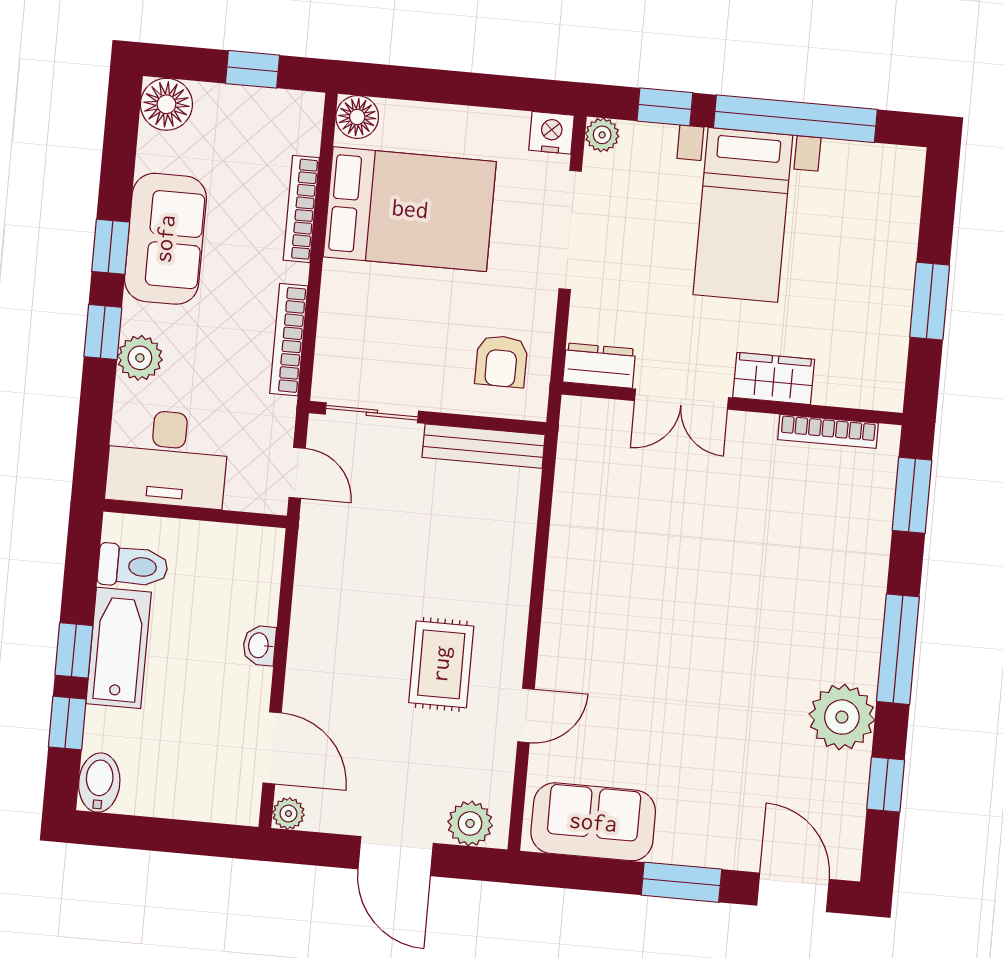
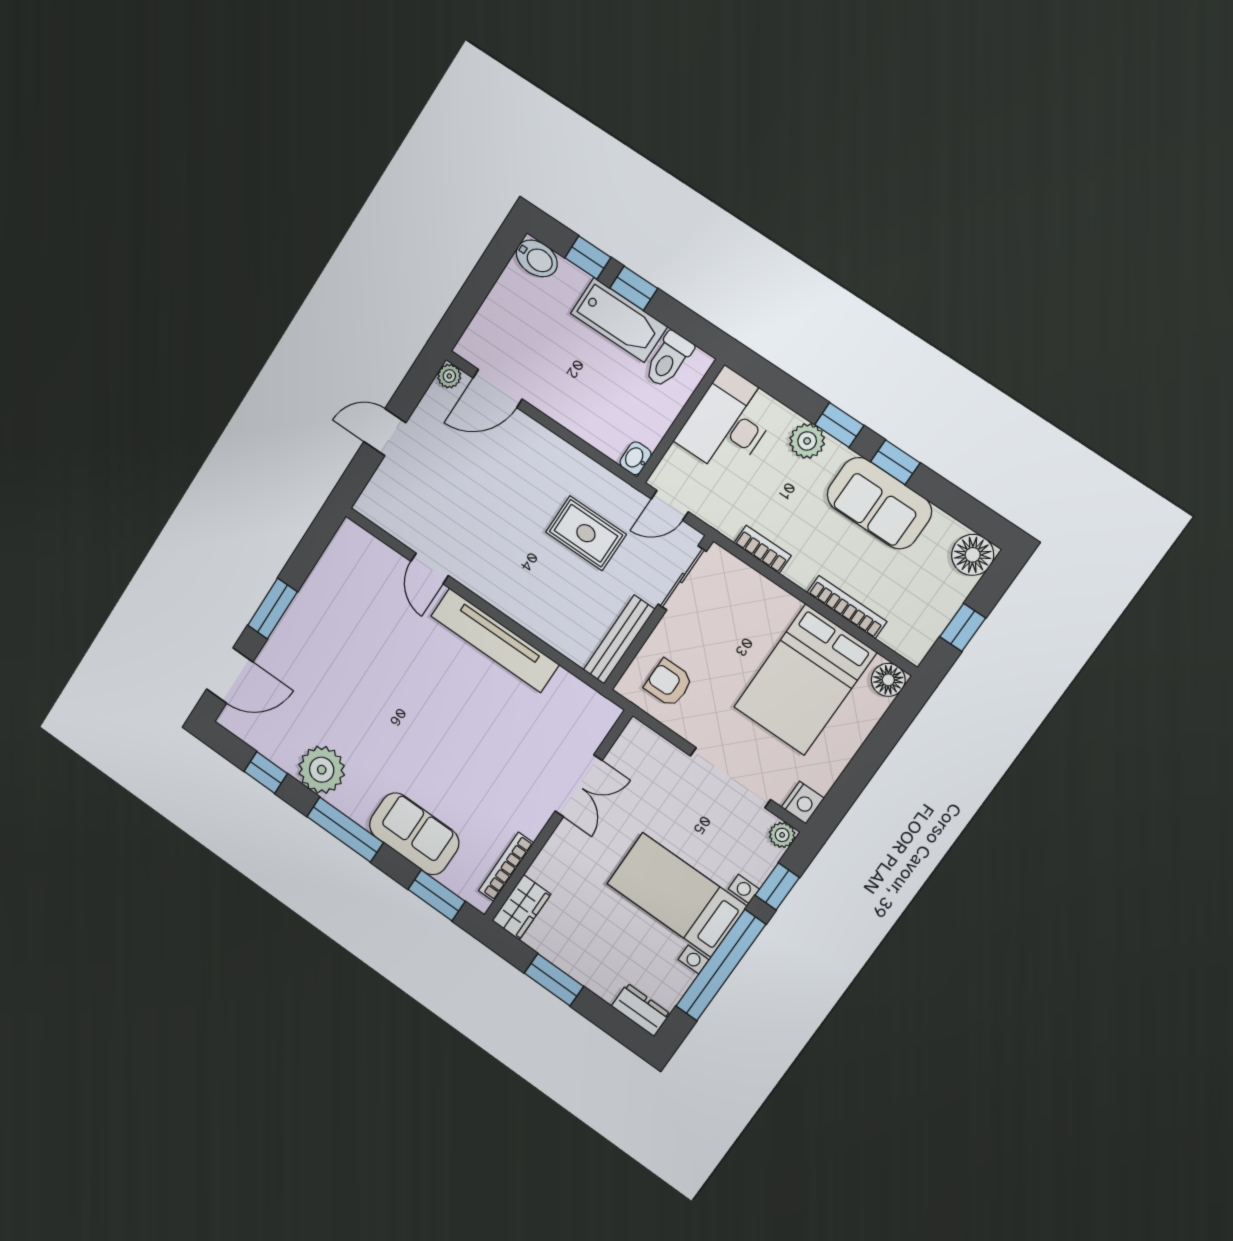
bookcase: (289, 340) -> (763, 549), width x0.64
dresser: (599, 366) -> (641, 1010), moved, turned -90
wardrobe: (774, 378) -> (521, 907), moved
double door: (682, 399) -> (579, 786), swing flipped
tv unit: (567, 591) -> (495, 640), added
washbasin: (259, 645) -> (636, 458), moved, turned -90
rug: (441, 664) -> (586, 533), moved
sofa: (593, 822) -> (414, 834), moved, turned -90
plant: (470, 823) -> (380, 493), removed
door: (396, 856) -> (385, 432), width x0.73

